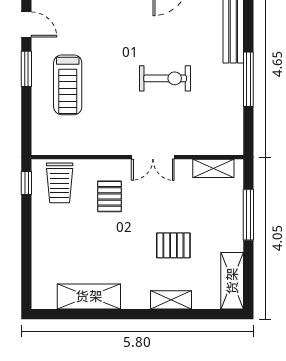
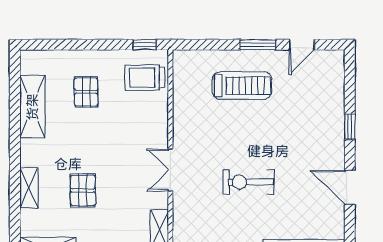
exercise bike: (165, 78) -> (248, 182), turned 90
treadmill: (68, 85) -> (242, 86), turned 180
pallet: (109, 196) -> (86, 92), moved, turned 90

